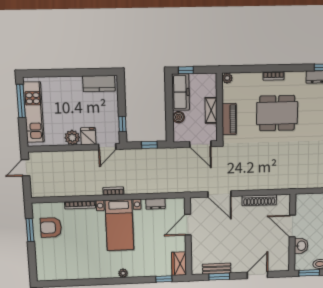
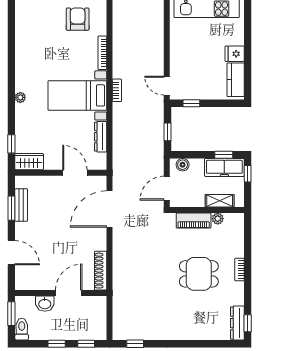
plant: (227, 78) -> (218, 219), moved
window: (169, 93) -> (224, 155), added
shelving: (211, 110) -> (220, 201), moved
dining table: (277, 113) -> (199, 274), width x0.73
boiler: (179, 117) -> (183, 165), moved
fridge: (88, 136) -> (235, 54), moved, turned 180
plant: (72, 138) -> (178, 48), removed
door: (219, 194) -> (109, 209), width x1.36
shoe rack: (259, 200) -> (101, 271), moved
dresser: (155, 204) -> (101, 137), width x1.44

